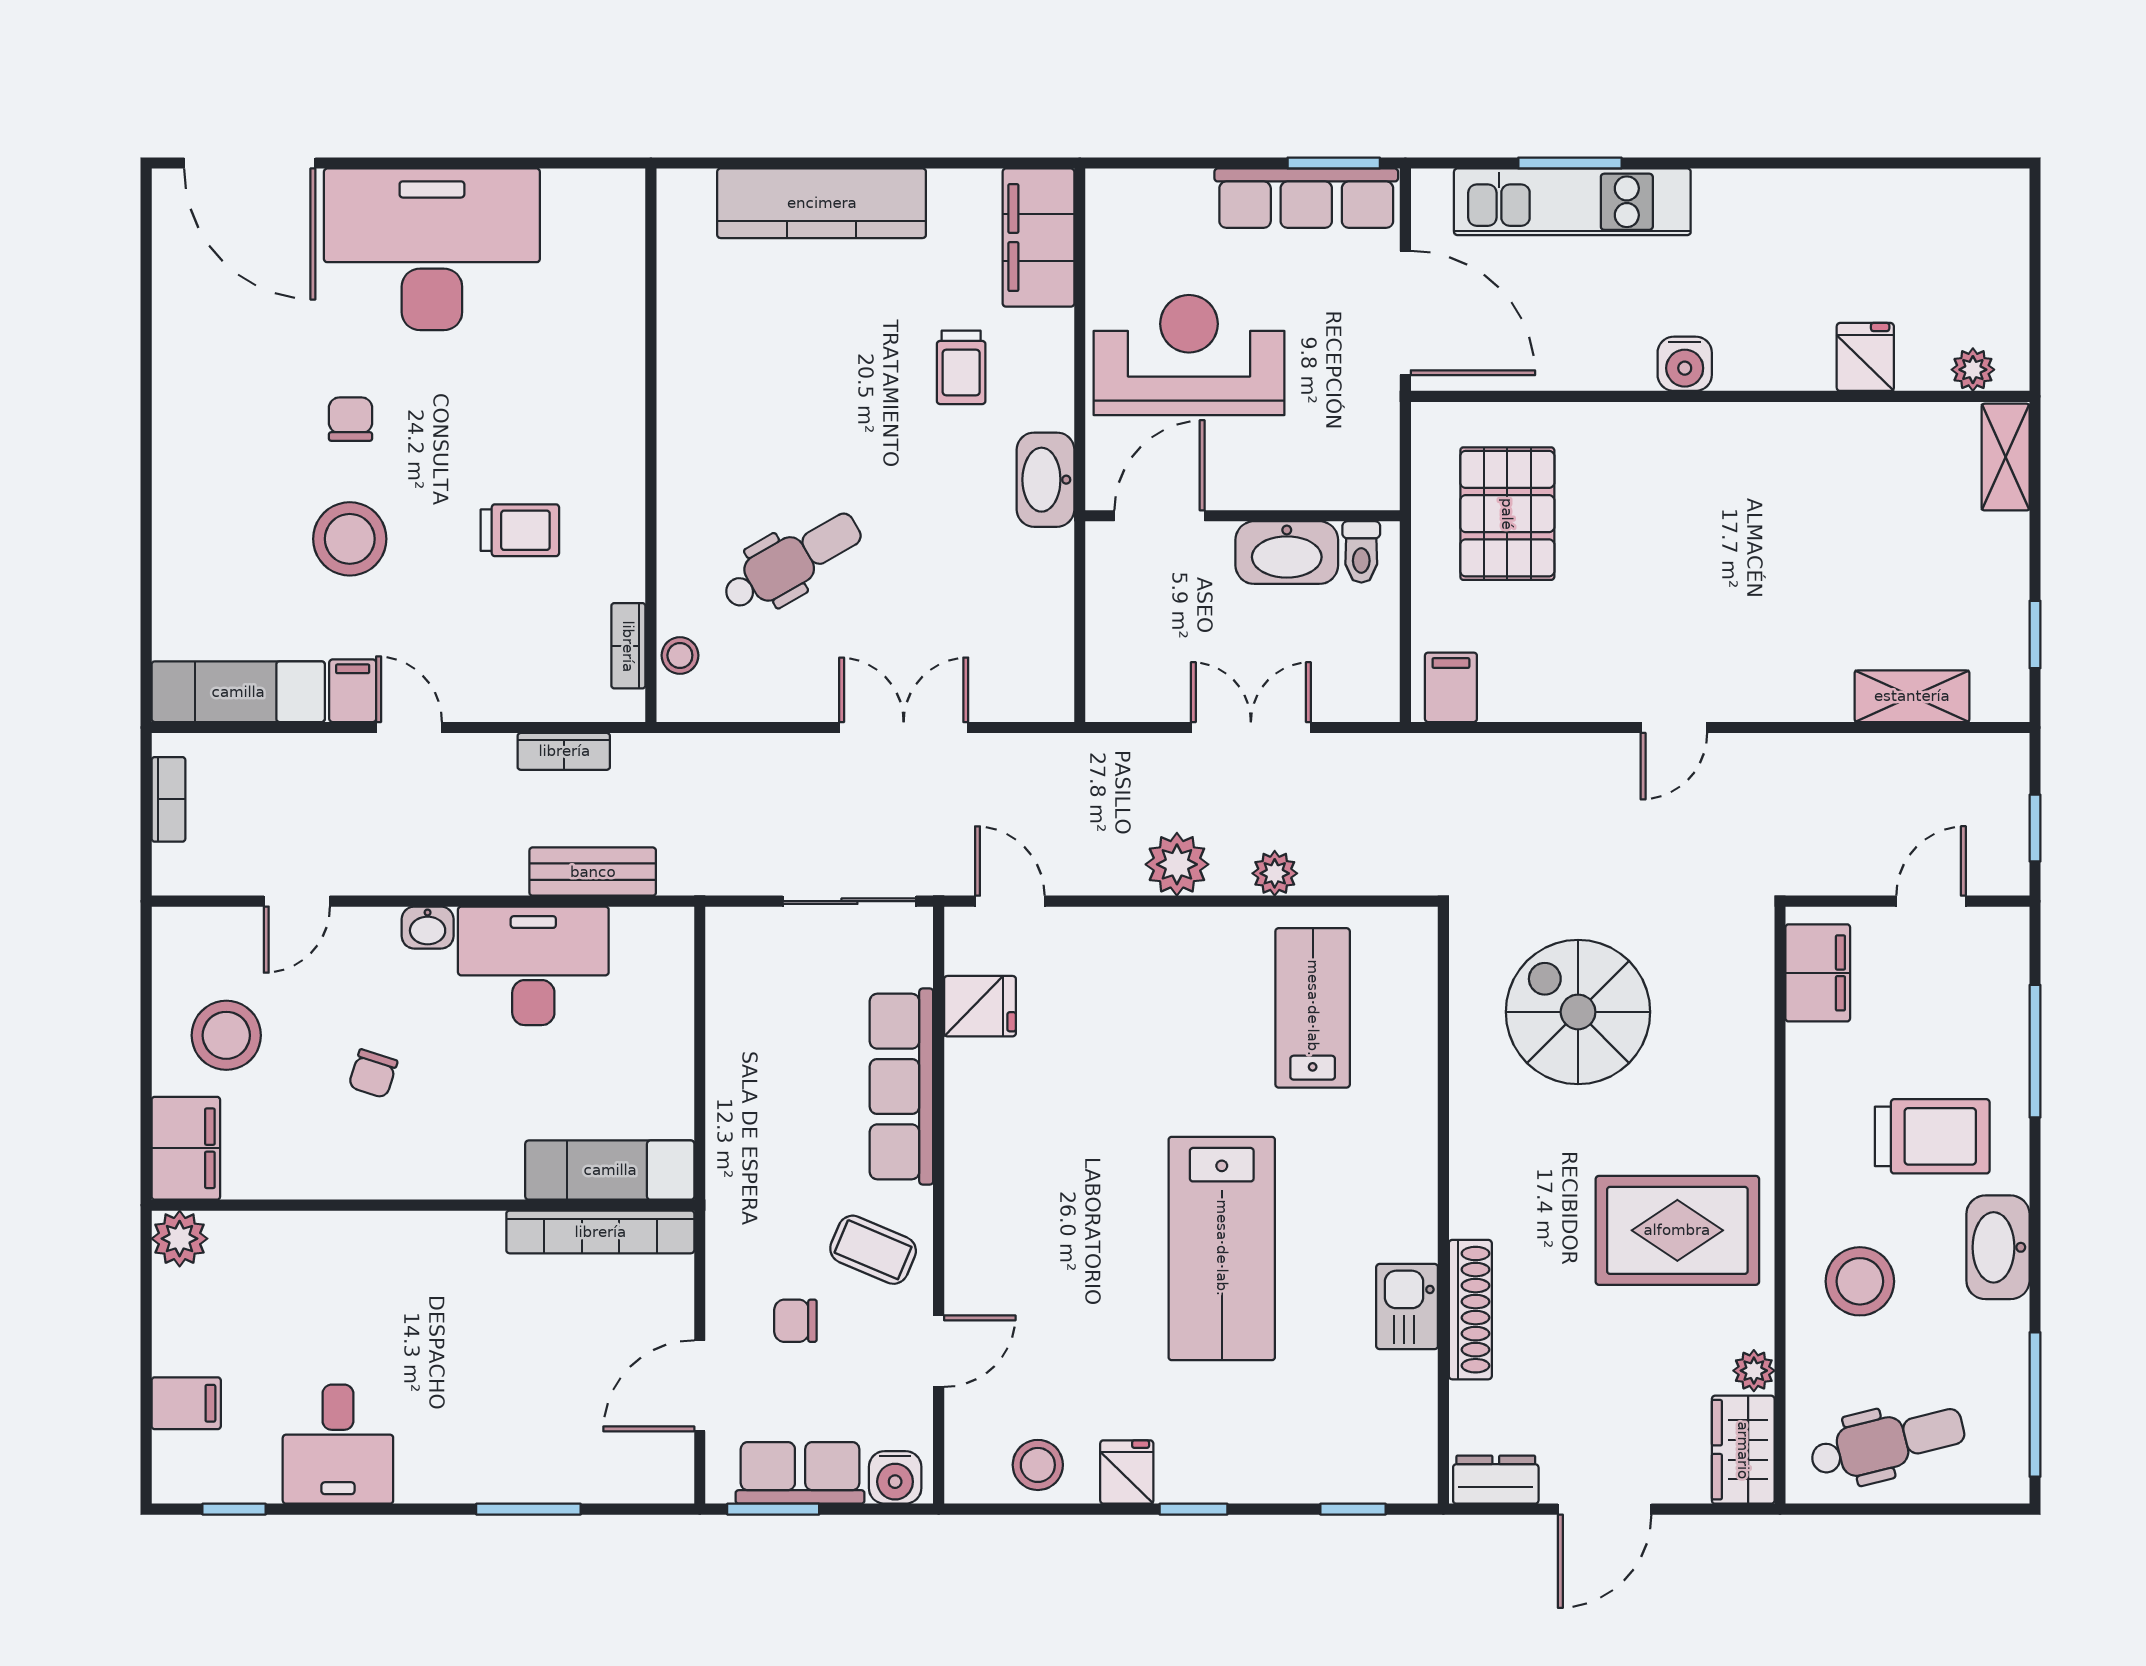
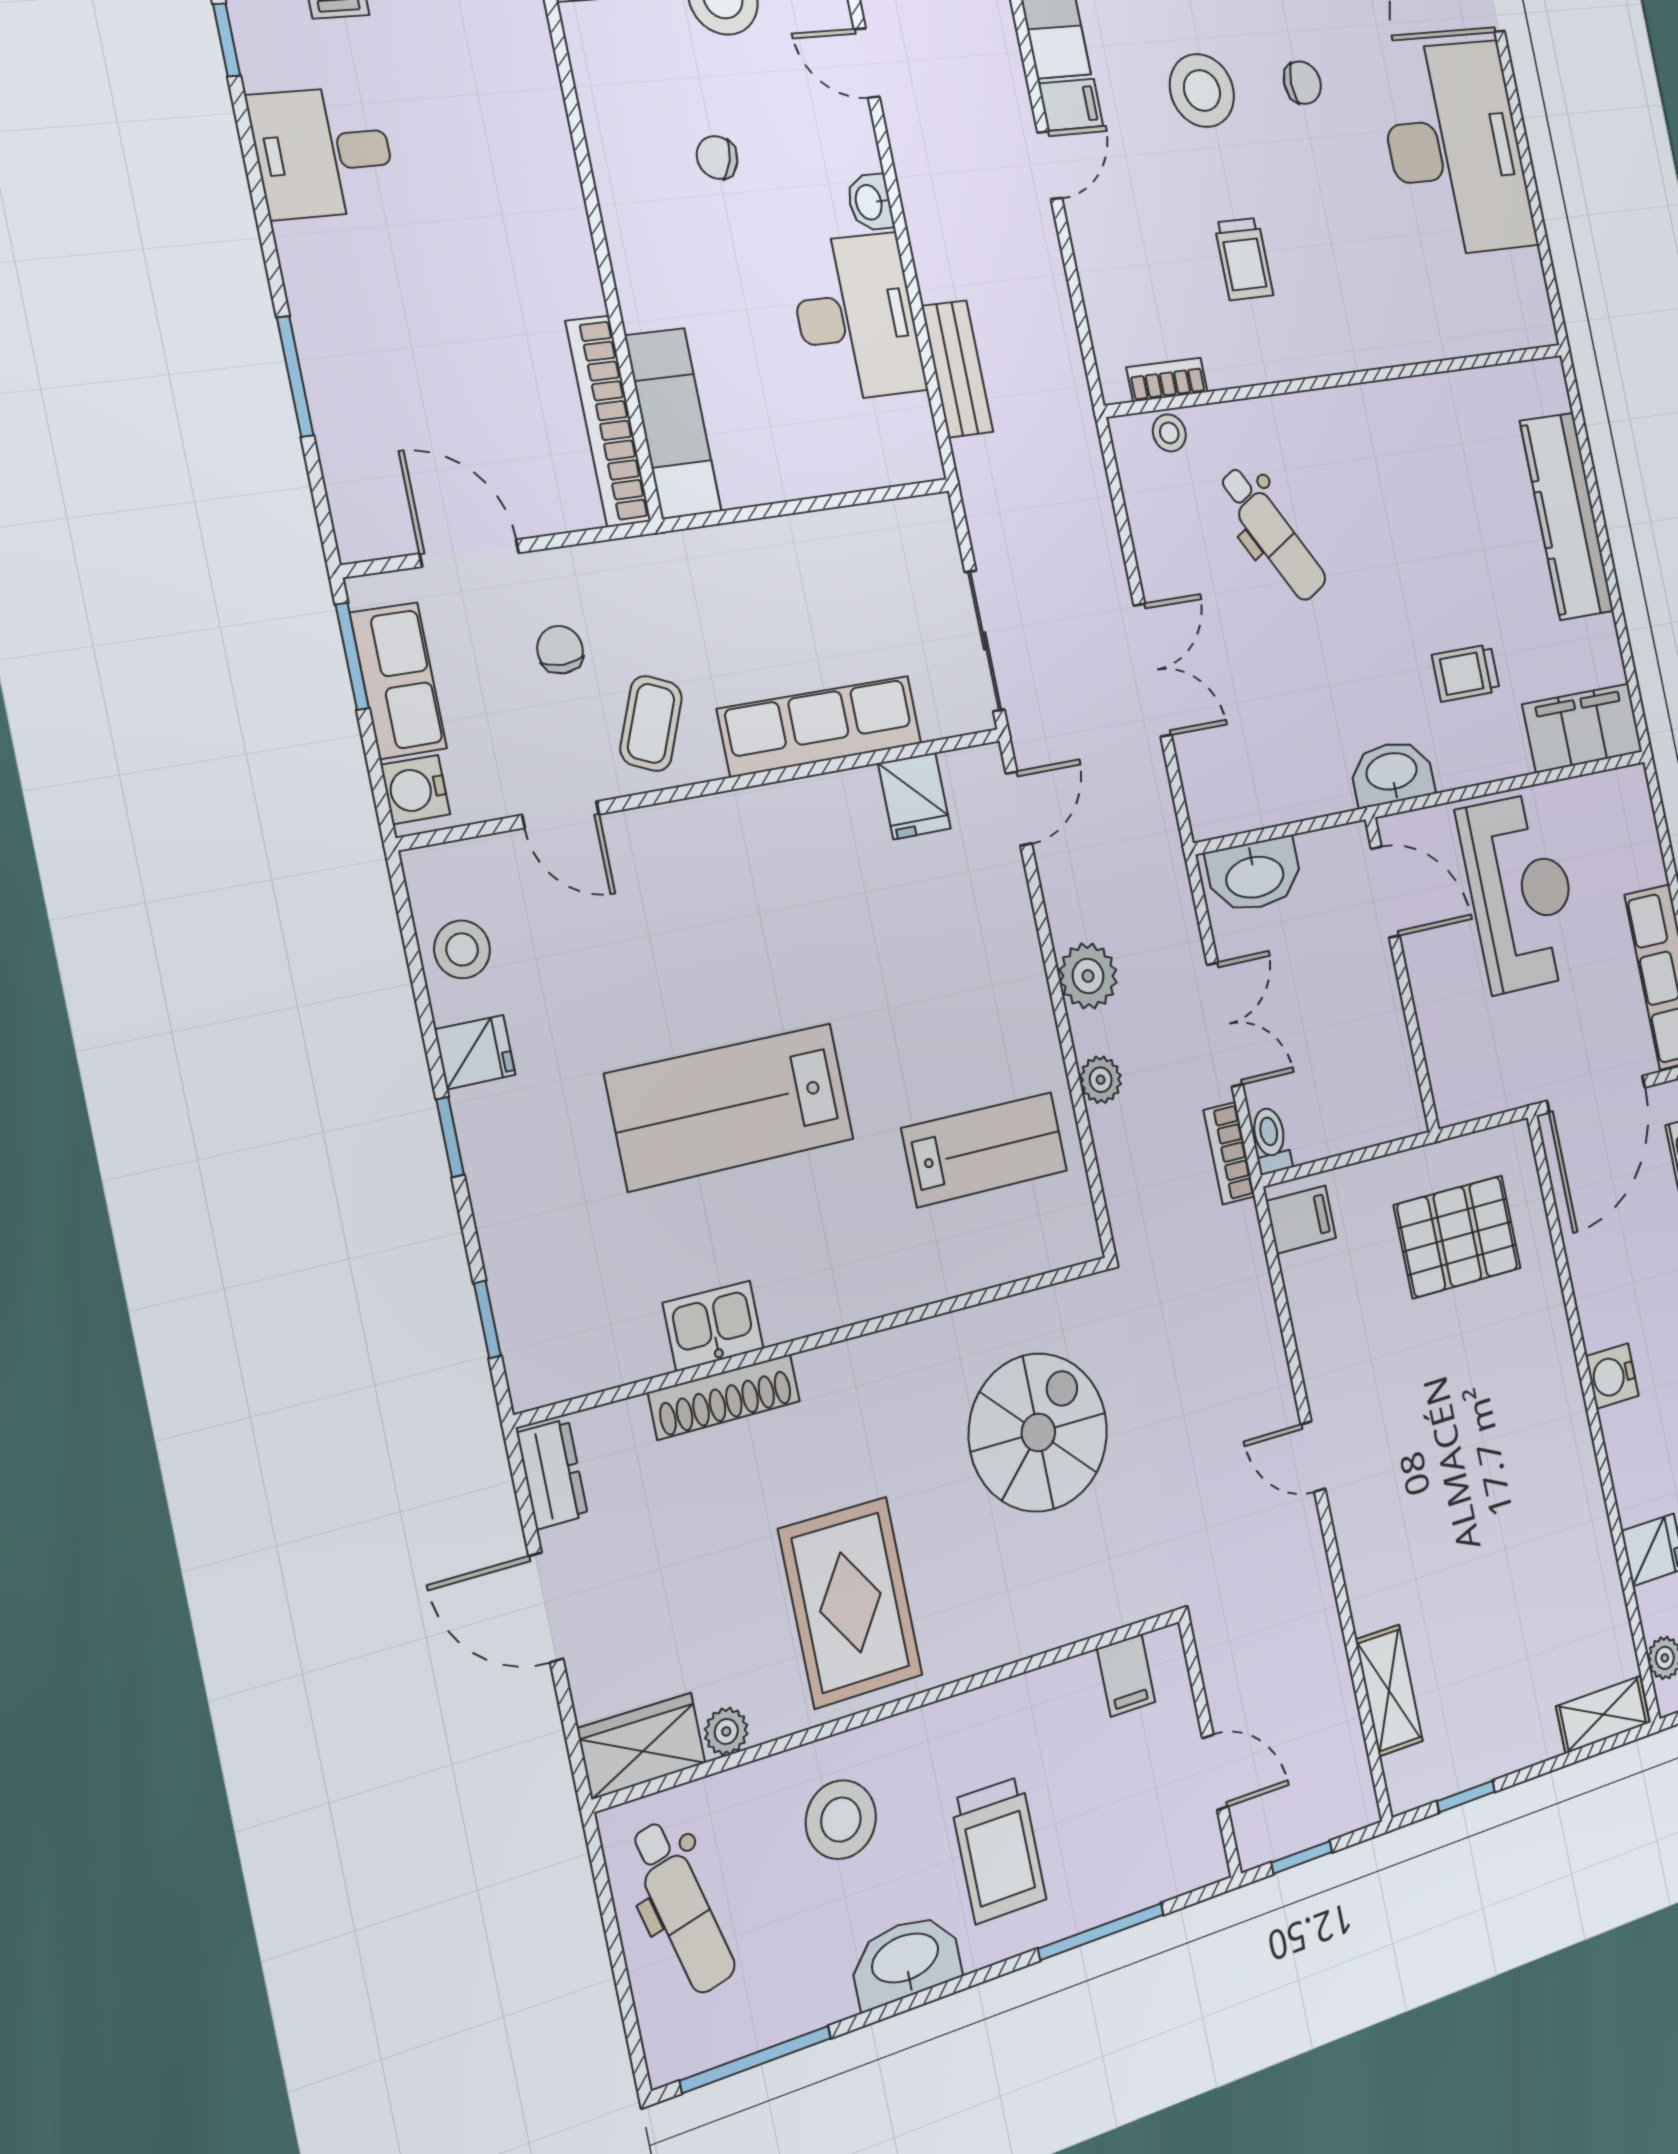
toilet: (1361, 552) -> (1271, 1140), moved, turned 90
washbasin: (1287, 553) -> (1254, 875), moved, turned -90
bookcase: (564, 751) -> (1229, 1153), moved
filing cabinet: (1818, 973) -> (1126, 1675), width x0.50

